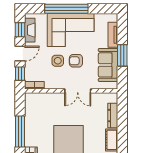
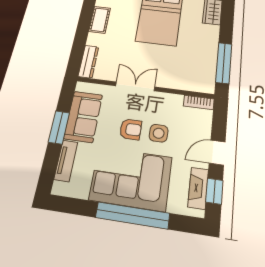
window: (20, 74) -> (219, 122), removed
dresser: (113, 116) -> (89, 62), moved
window: (20, 132) -> (224, 63), moved

